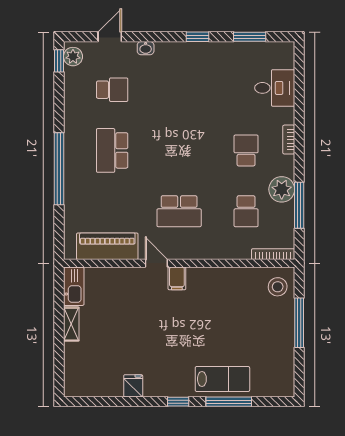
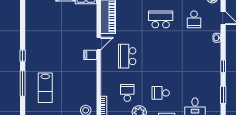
school desk: (246, 150) -> (161, 93), turned 180
school desk: (246, 211) -> (127, 93), turned 90
lab bench: (222, 379) -> (45, 88), moved
fridge: (133, 386) -> (31, 31), removed

